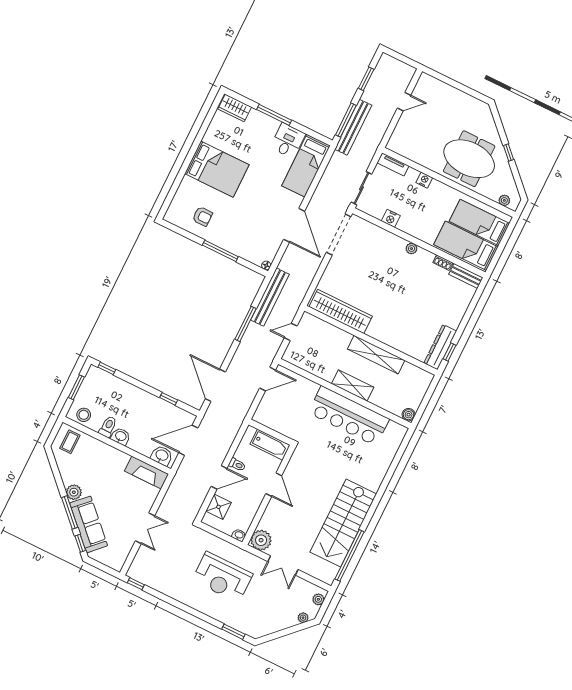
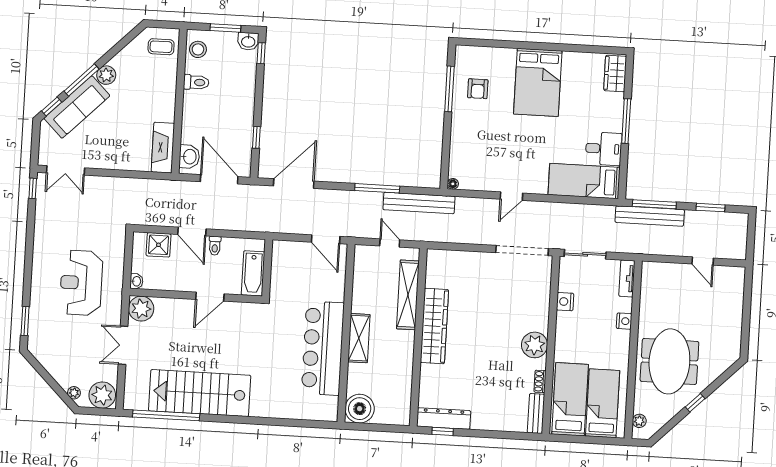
door: (294, 225) -> (511, 196), width x0.53
plant: (411, 249) -> (535, 345), width x1.87, depth x1.87
window: (220, 251) -> (449, 89), moved
wardrobe: (341, 311) -> (434, 326), moved
shelving: (376, 355) -> (408, 295), moved
boiler: (409, 415) -> (360, 409), width x1.86, depth x1.86
washbasin: (121, 436) -> (248, 41), moved, turned 90
double door: (145, 528) -> (66, 170), moved
plant: (318, 599) -> (102, 395), width x1.87, depth x1.87

